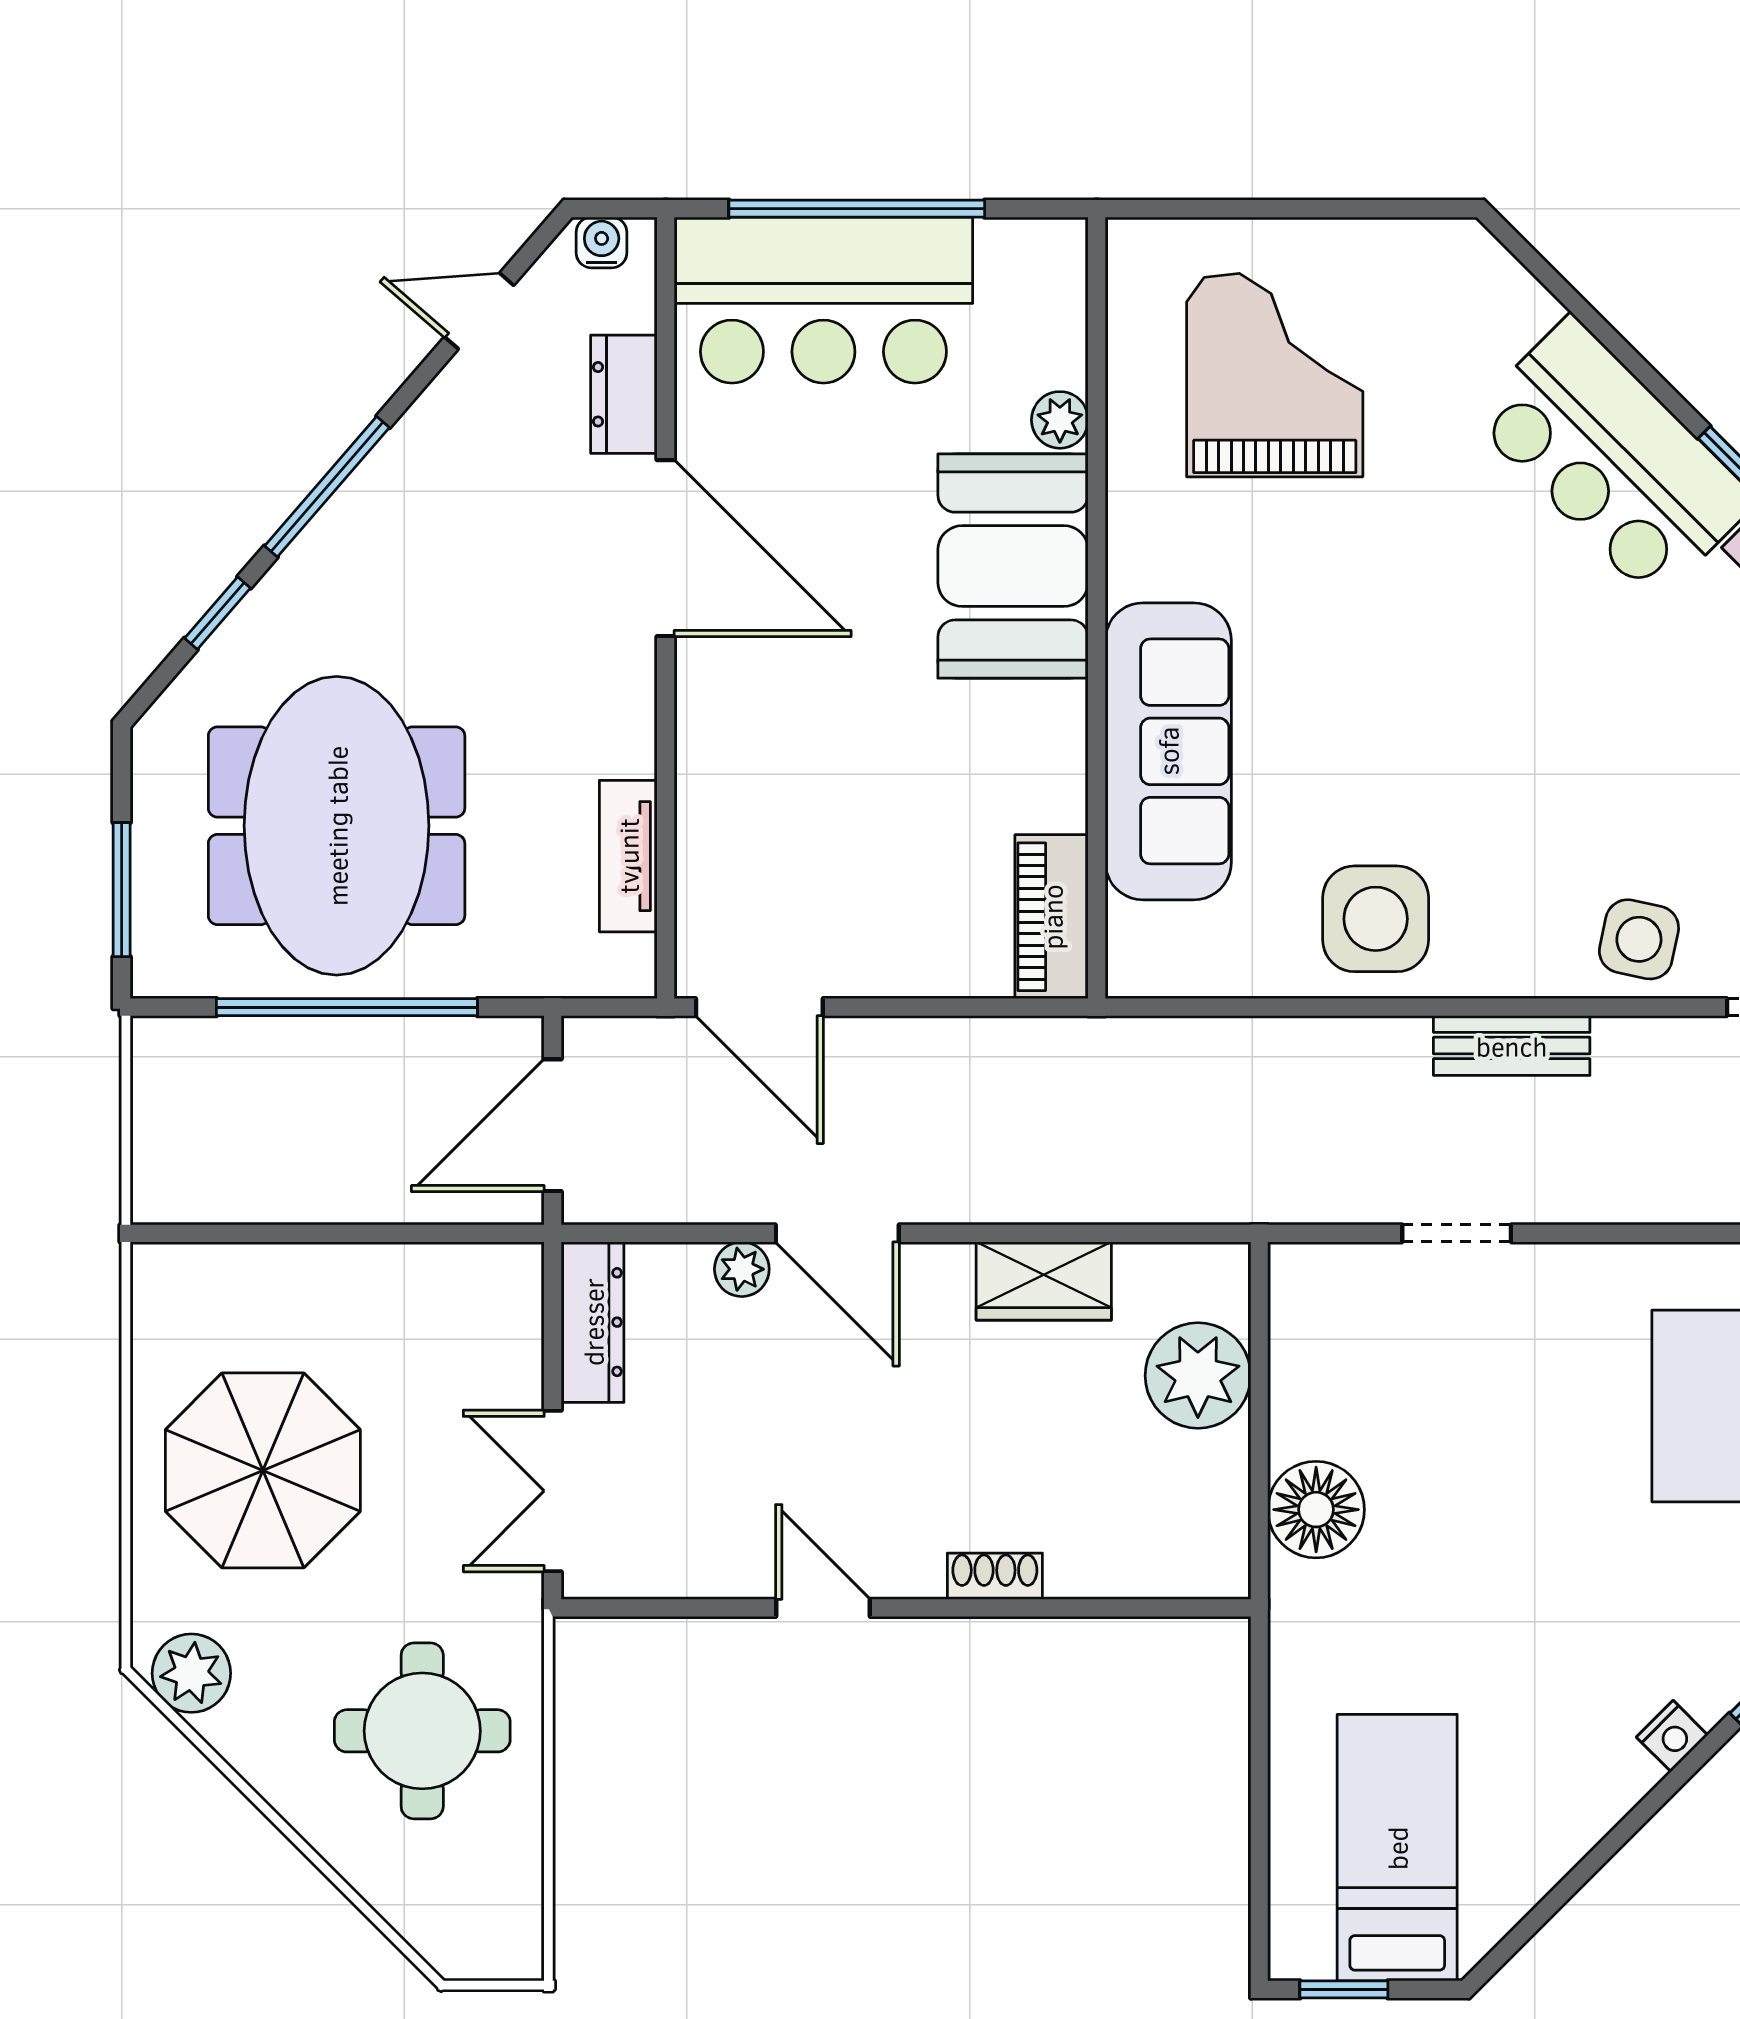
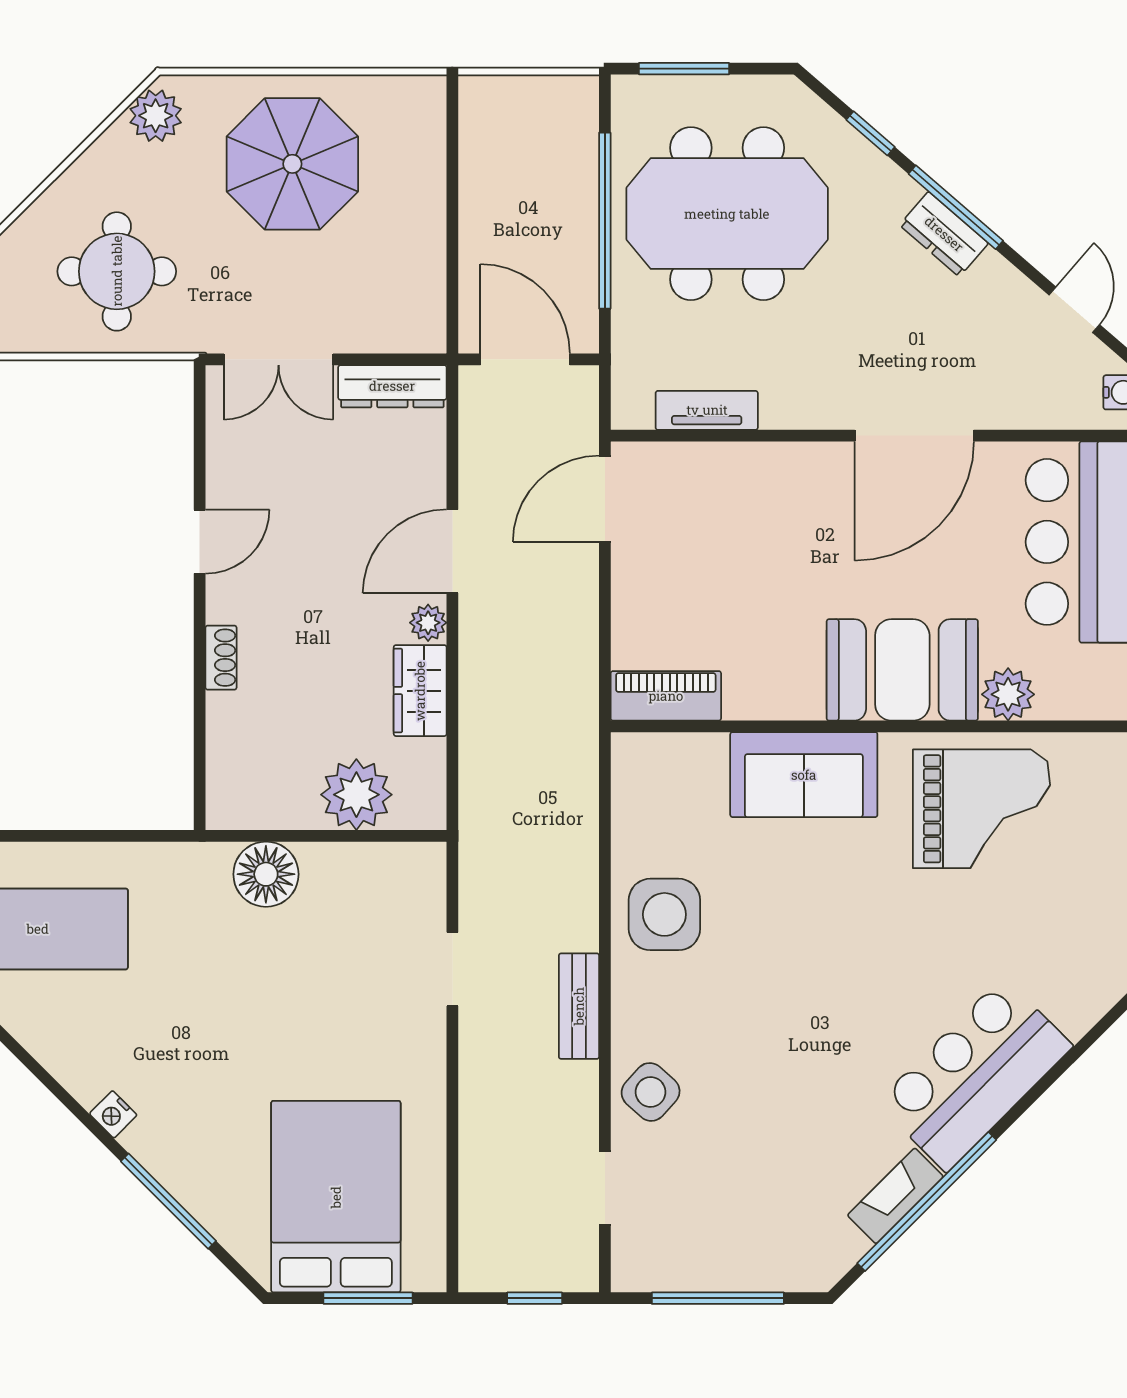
grand piano: (1275, 375) -> (981, 809), moved
dresser: (624, 394) -> (944, 234), moved, turned -139
plant: (1060, 420) -> (1008, 694), width x1.38, depth x1.38
sofa: (1168, 751) -> (804, 775), width x0.73
side table: (1639, 939) -> (651, 1092), turned 30
plant: (742, 1269) -> (428, 623), moved
double door: (553, 1491) -> (279, 359), swing flipped

